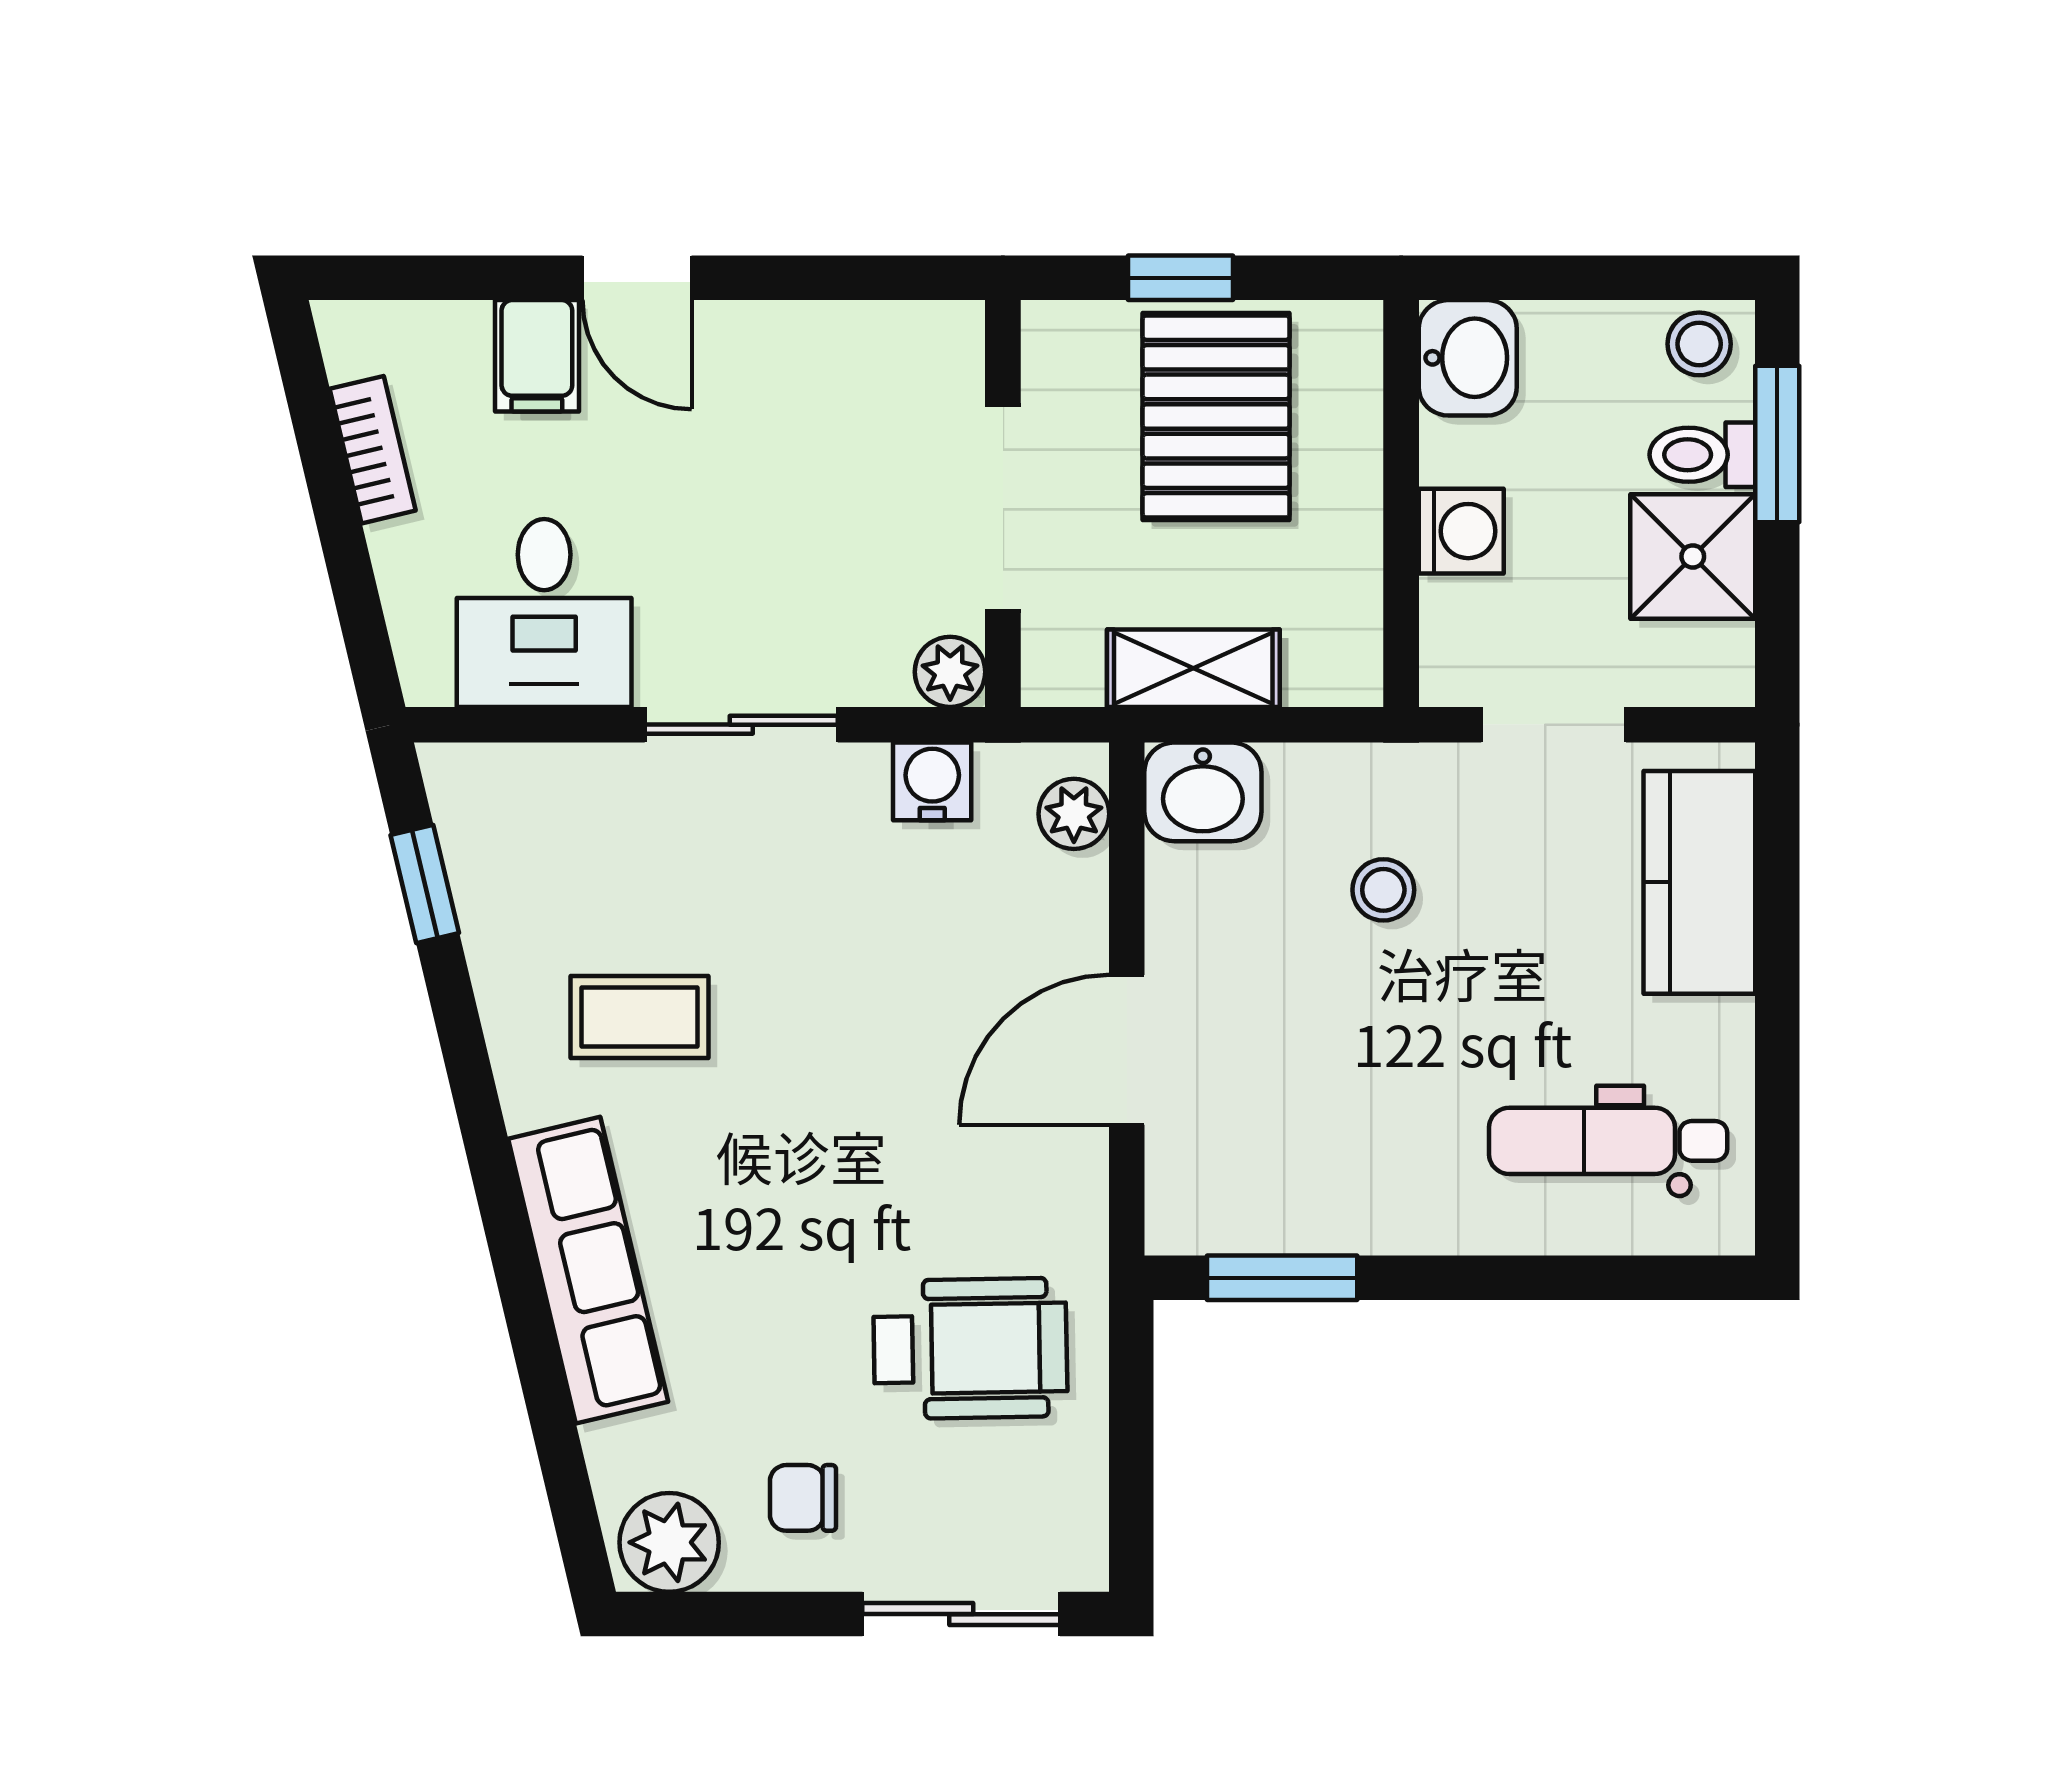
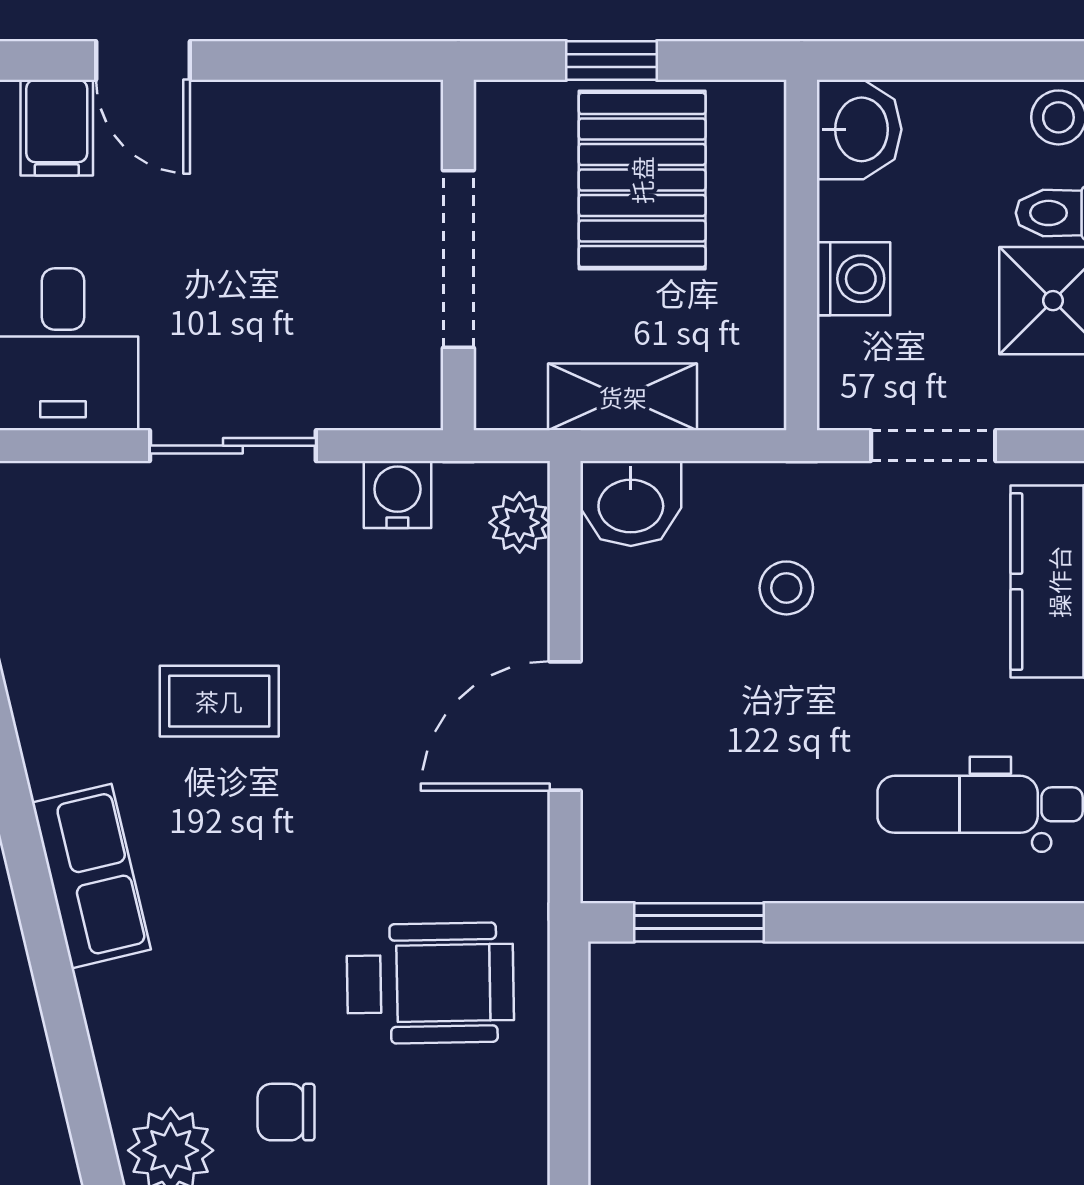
plant: (950, 672) -> (413, 400), removed
coffee table: (640, 1017) -> (219, 701), moved
row of seats: (588, 1270) -> (91, 876), width x0.68

